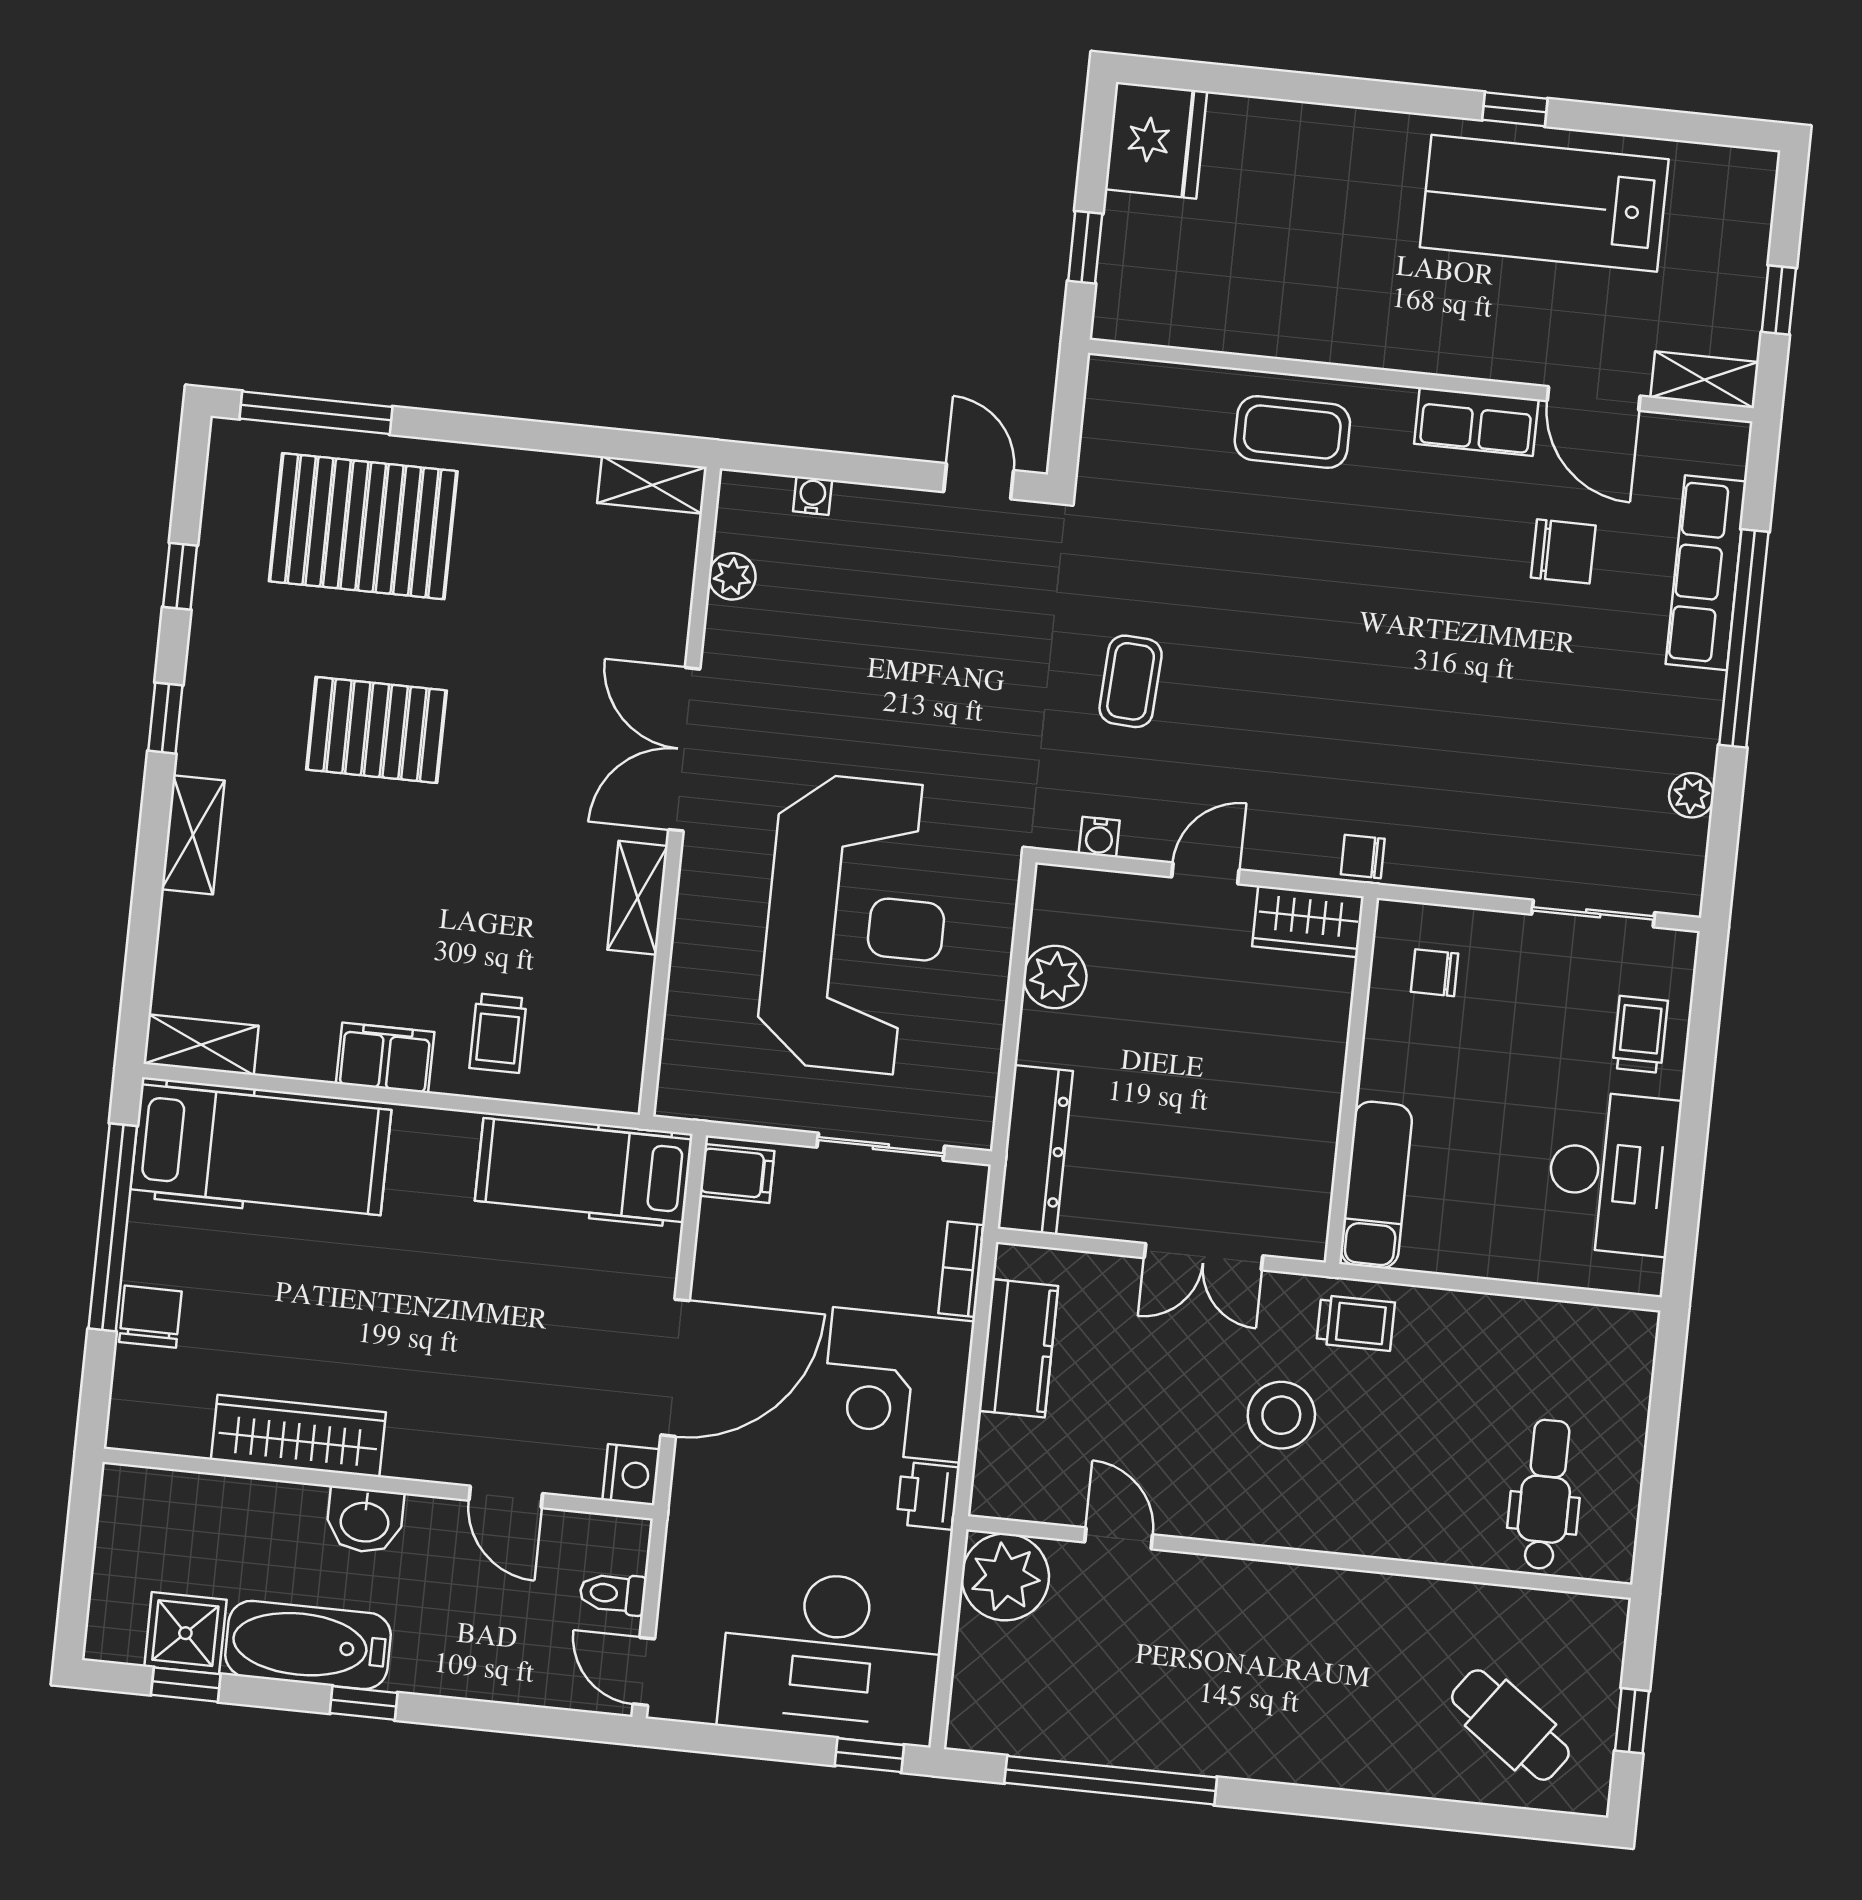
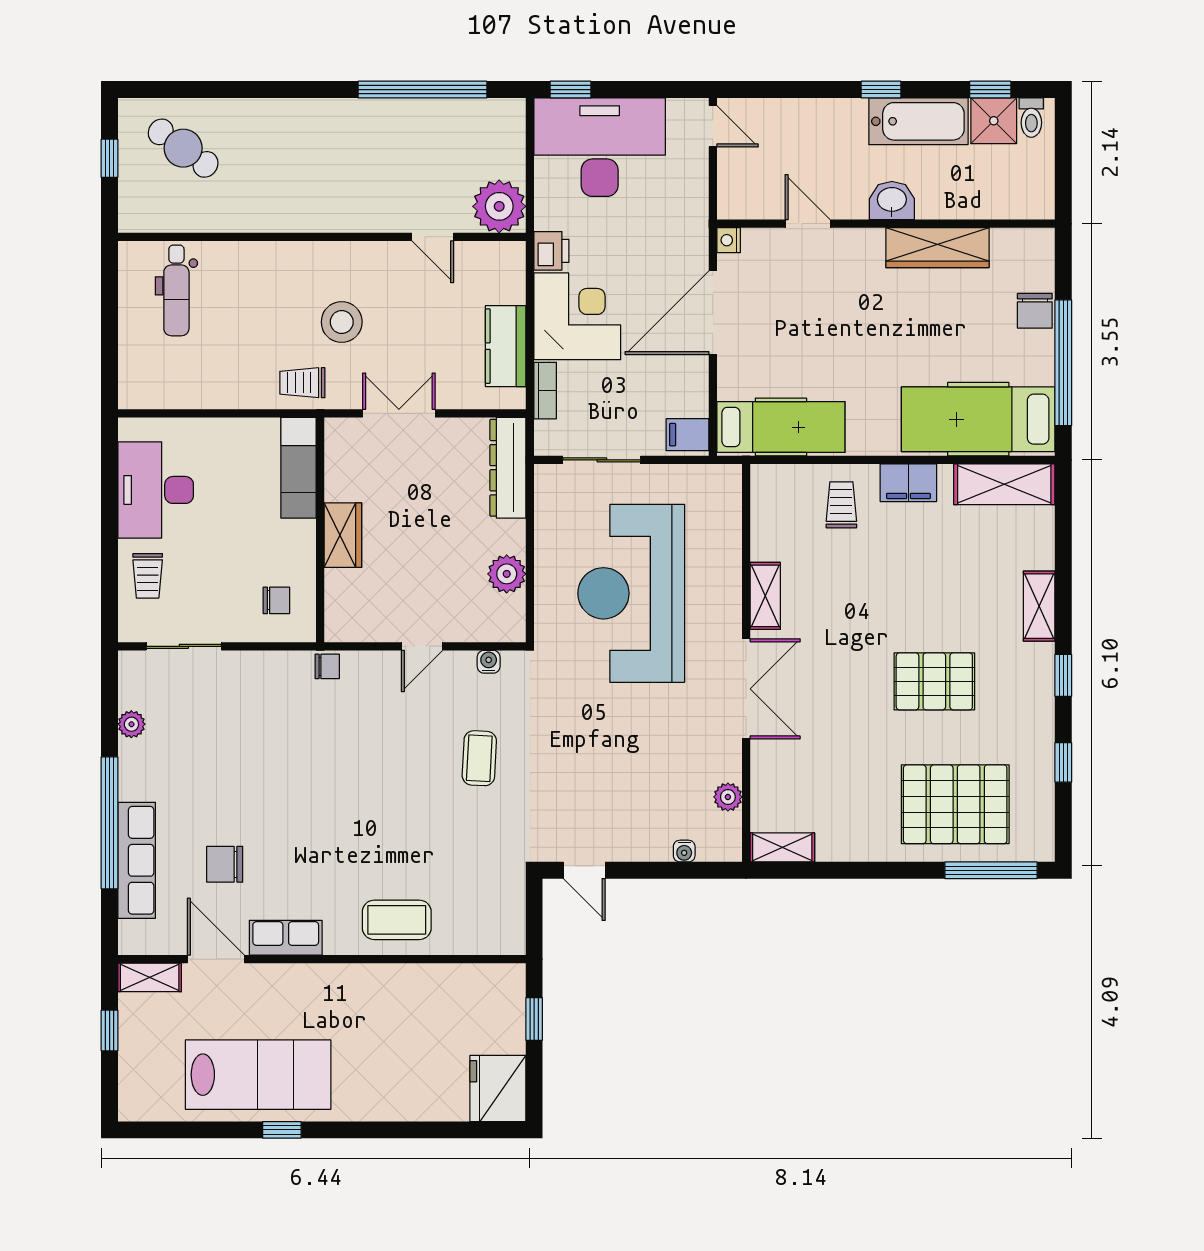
wardrobe: (1308, 921) -> (343, 535), moved, turned 90
shelving: (201, 1045) -> (1004, 484), width x1.50, depth x1.33
nightstand: (631, 1475) -> (729, 240), width x0.72, depth x0.74
toilet: (613, 1594) -> (1031, 118), moved, turned 90

